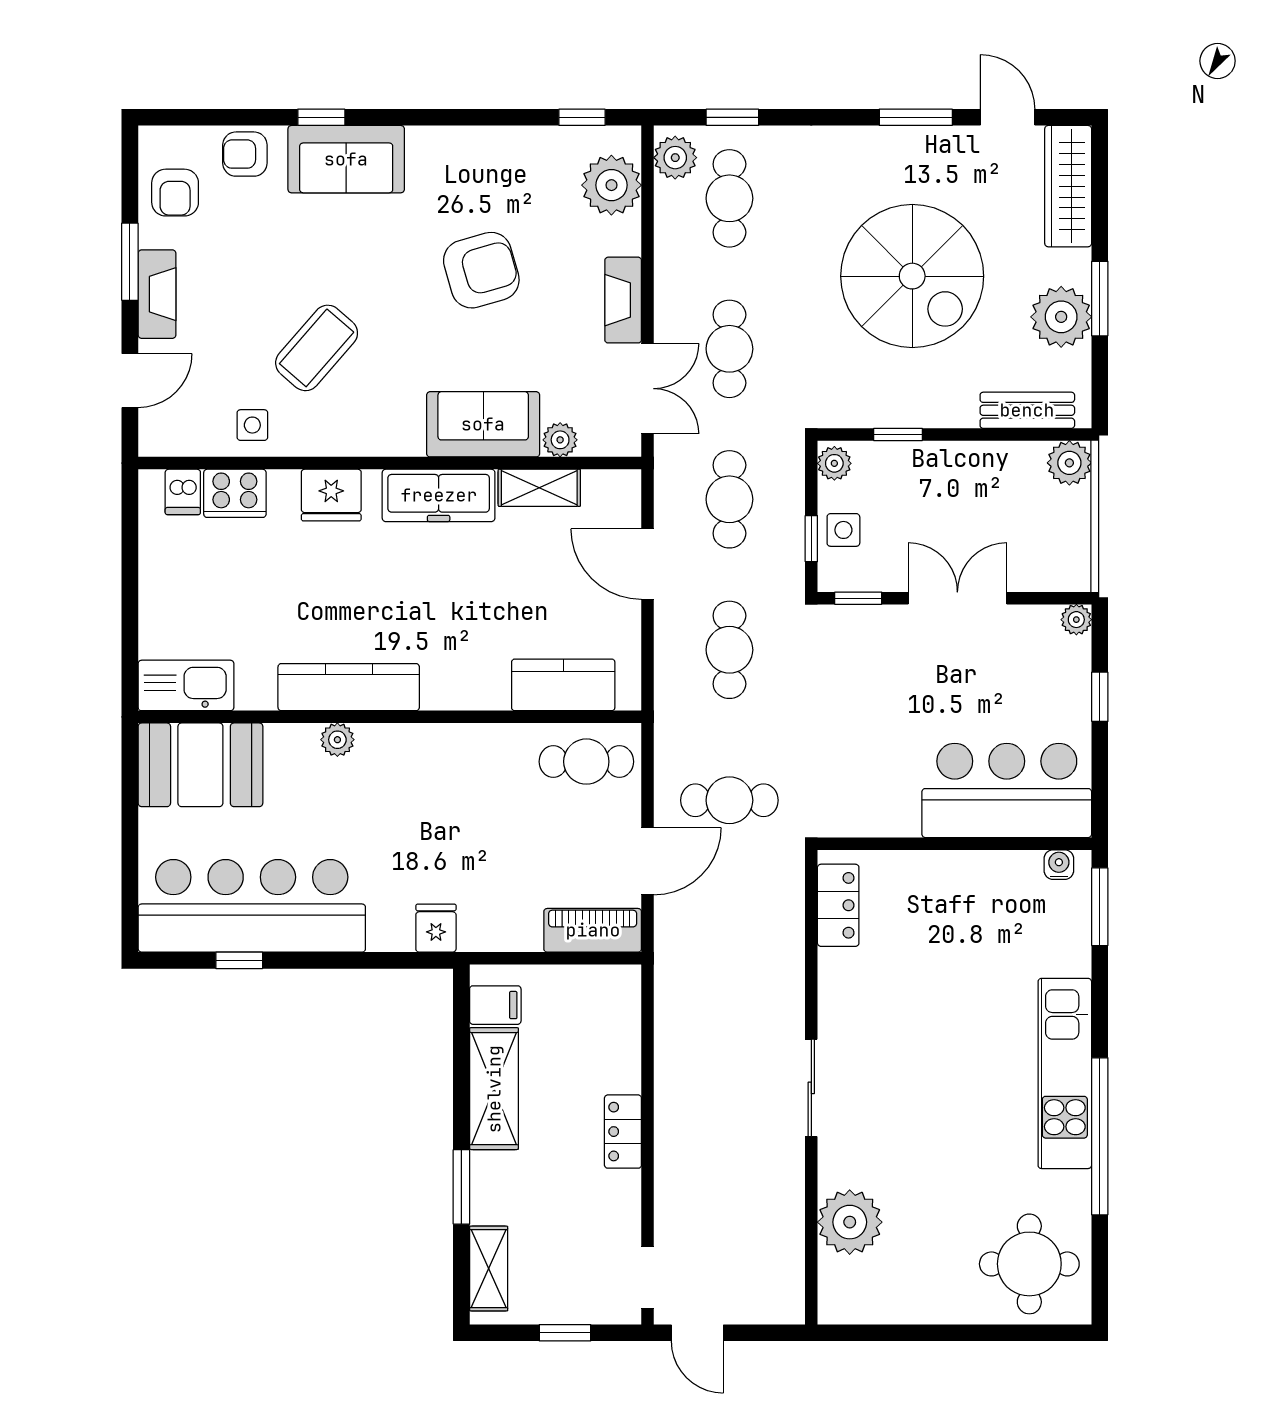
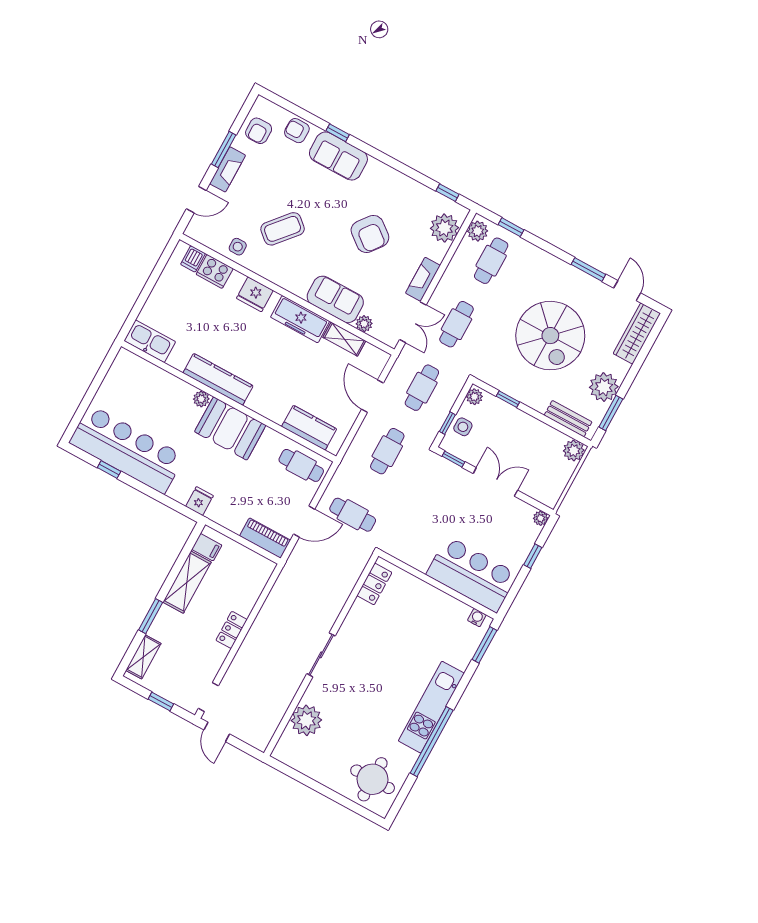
armchair: (481, 270) -> (370, 234), turned 54
window: (1100, 299) -> (611, 413), moved
booth: (200, 765) -> (230, 428), moved

